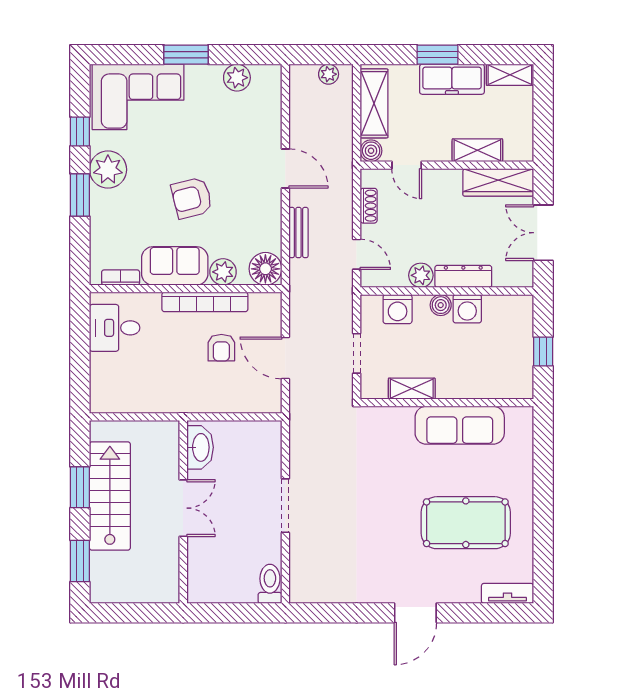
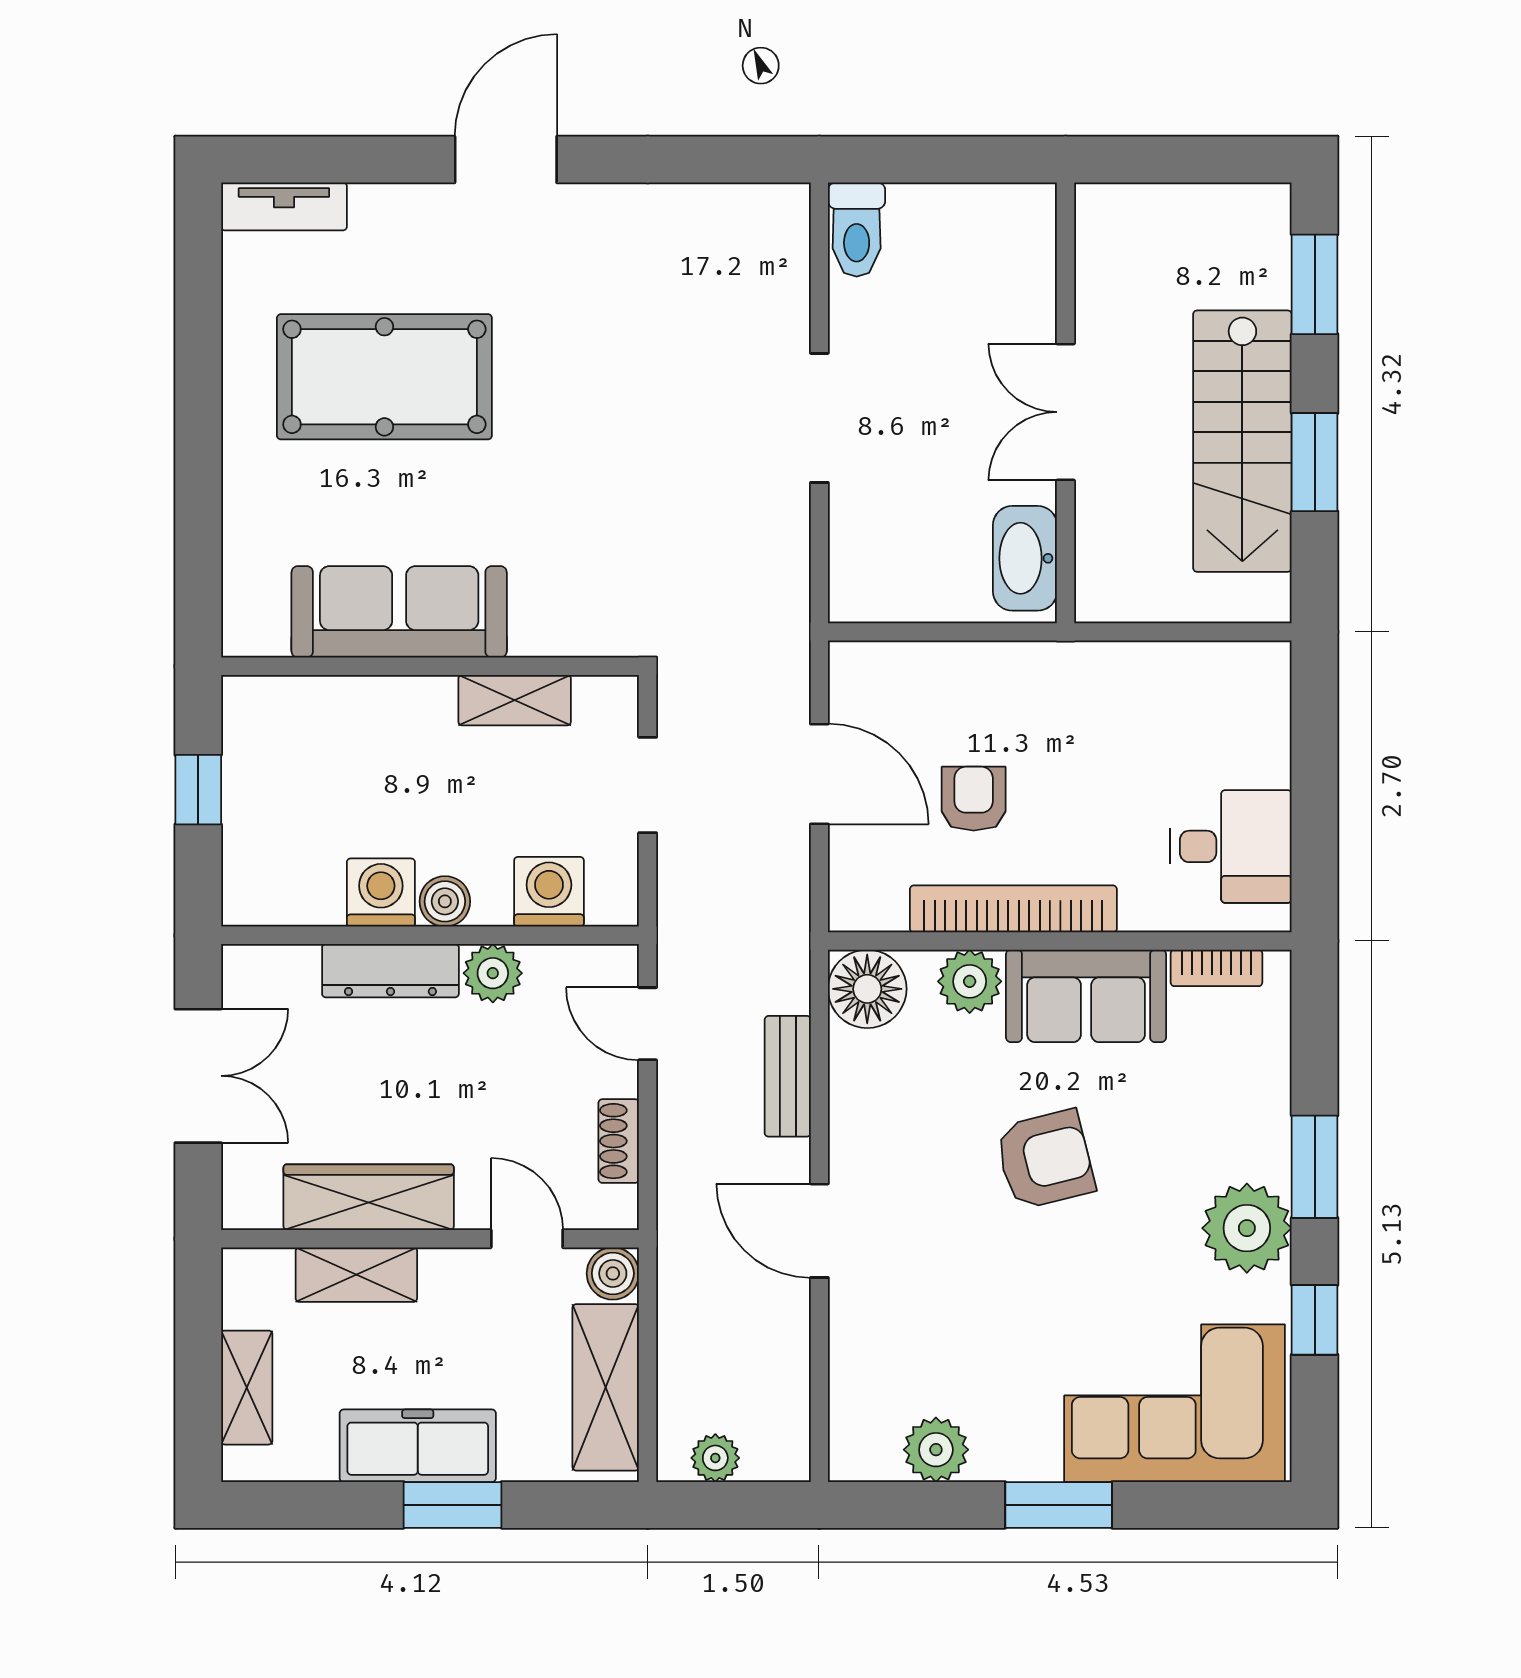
shelving: (510, 75) -> (247, 1388), moved, turned 90
wardrobe: (498, 182) -> (369, 1197), moved

